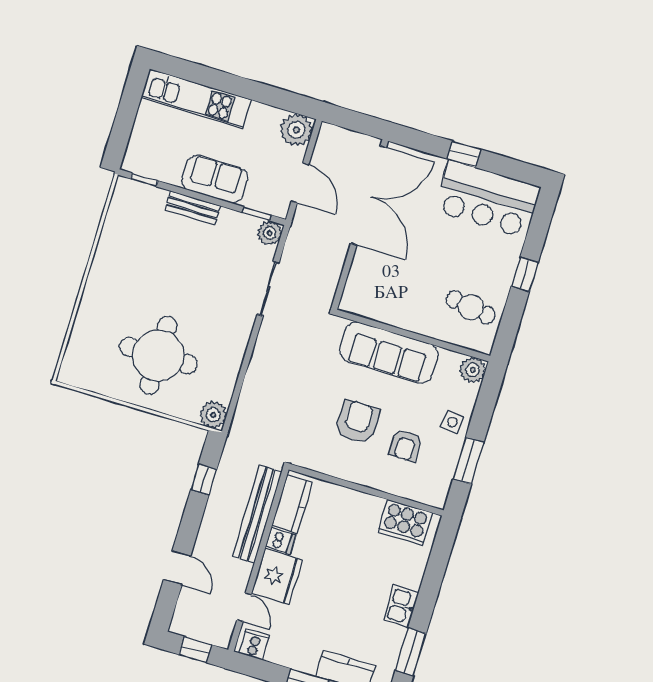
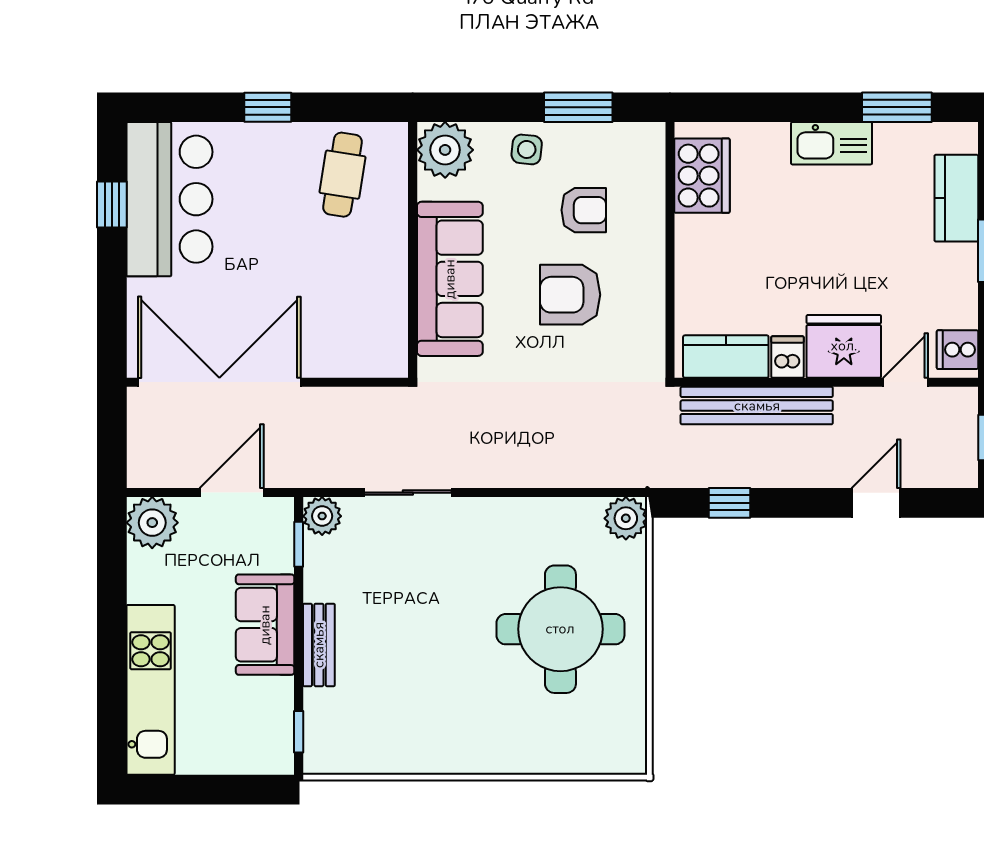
window: (464, 154) -> (112, 204), moved
plant: (473, 370) -> (445, 150), width x1.36, depth x1.36
kitchen sink: (401, 606) -> (832, 143), width x1.38

